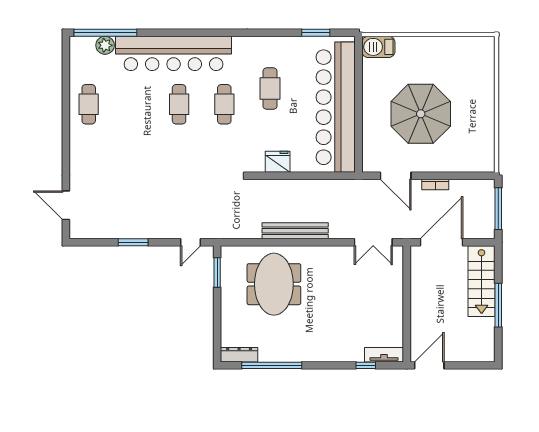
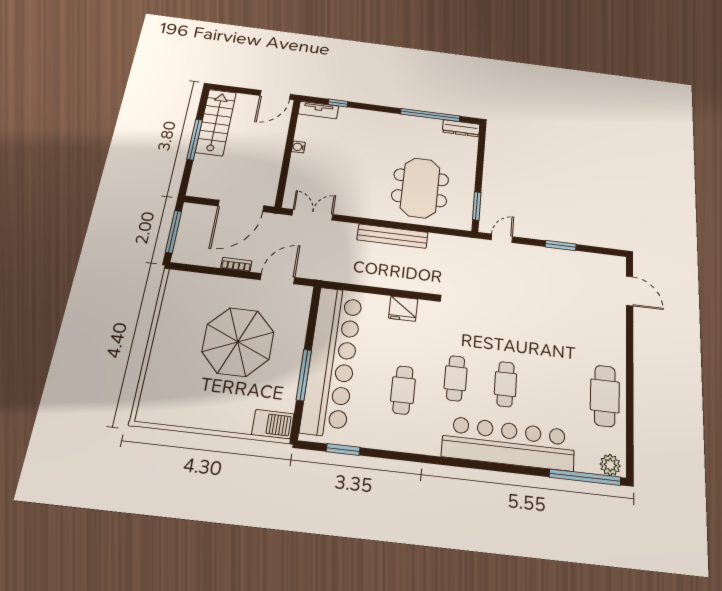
plant: (105, 45) -> (610, 465), moved
window: (359, 92) -> (304, 375), added
cafe table: (89, 104) -> (605, 396), width x1.37, depth x1.35
door: (396, 176) -> (277, 279), hinge flipped
stairs: (482, 281) -> (216, 122), moved
water cooler: (397, 311) -> (298, 147), added

